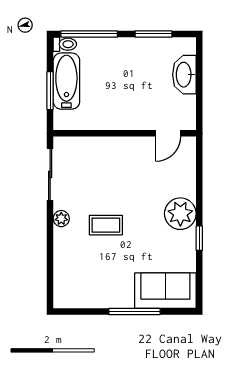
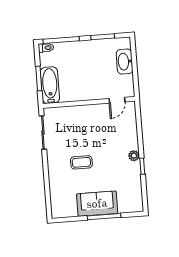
bathtub: (66, 81) -> (50, 85), moved
plant: (180, 214) -> (134, 156), width x0.53, depth x0.53
plant: (61, 219) -> (52, 160), removed
sofa: (165, 291) -> (97, 204), moved

